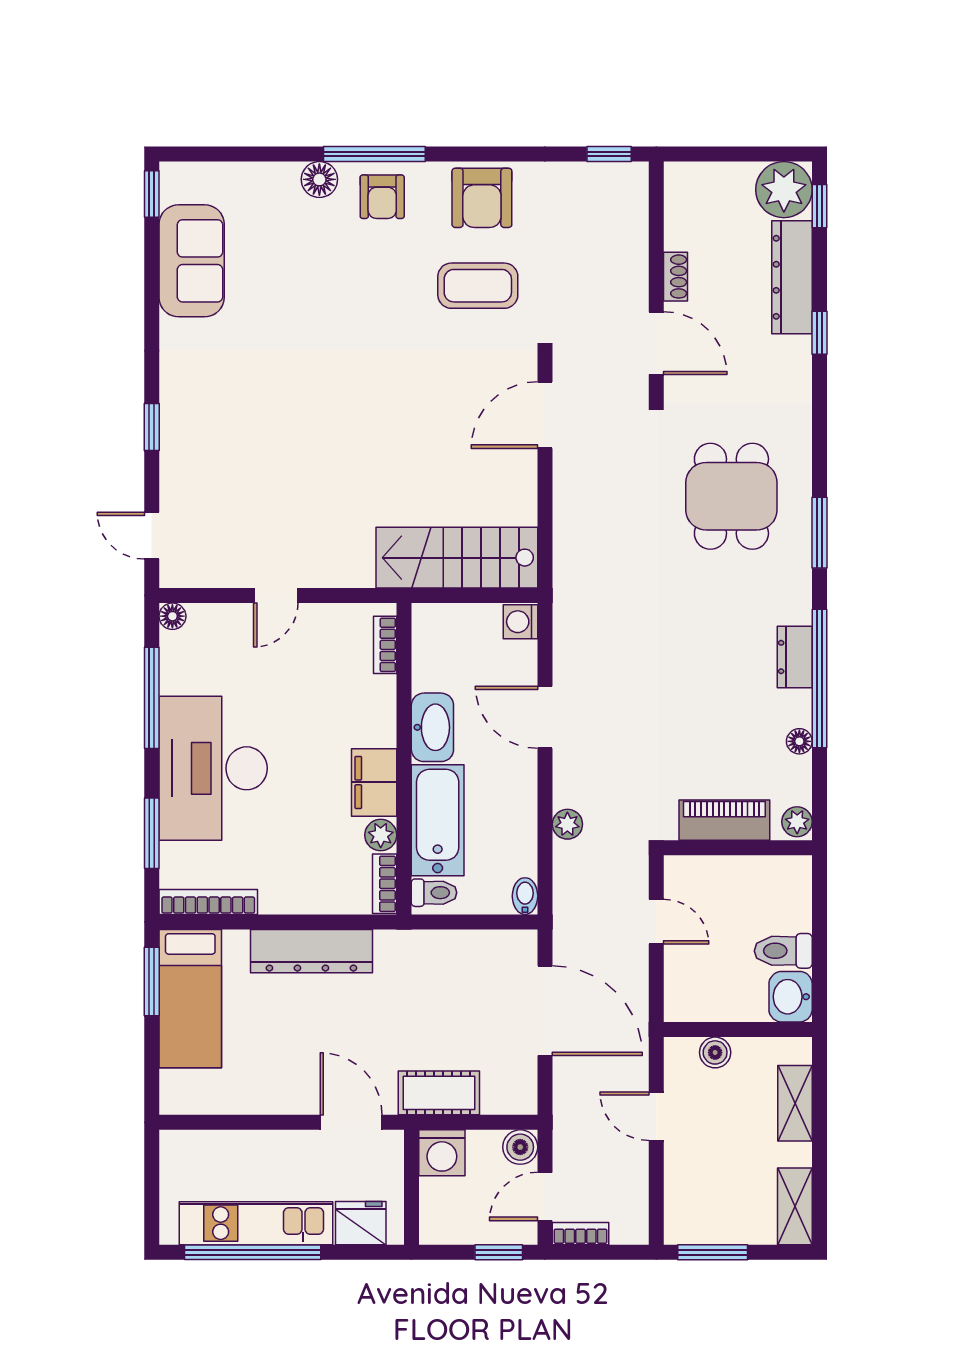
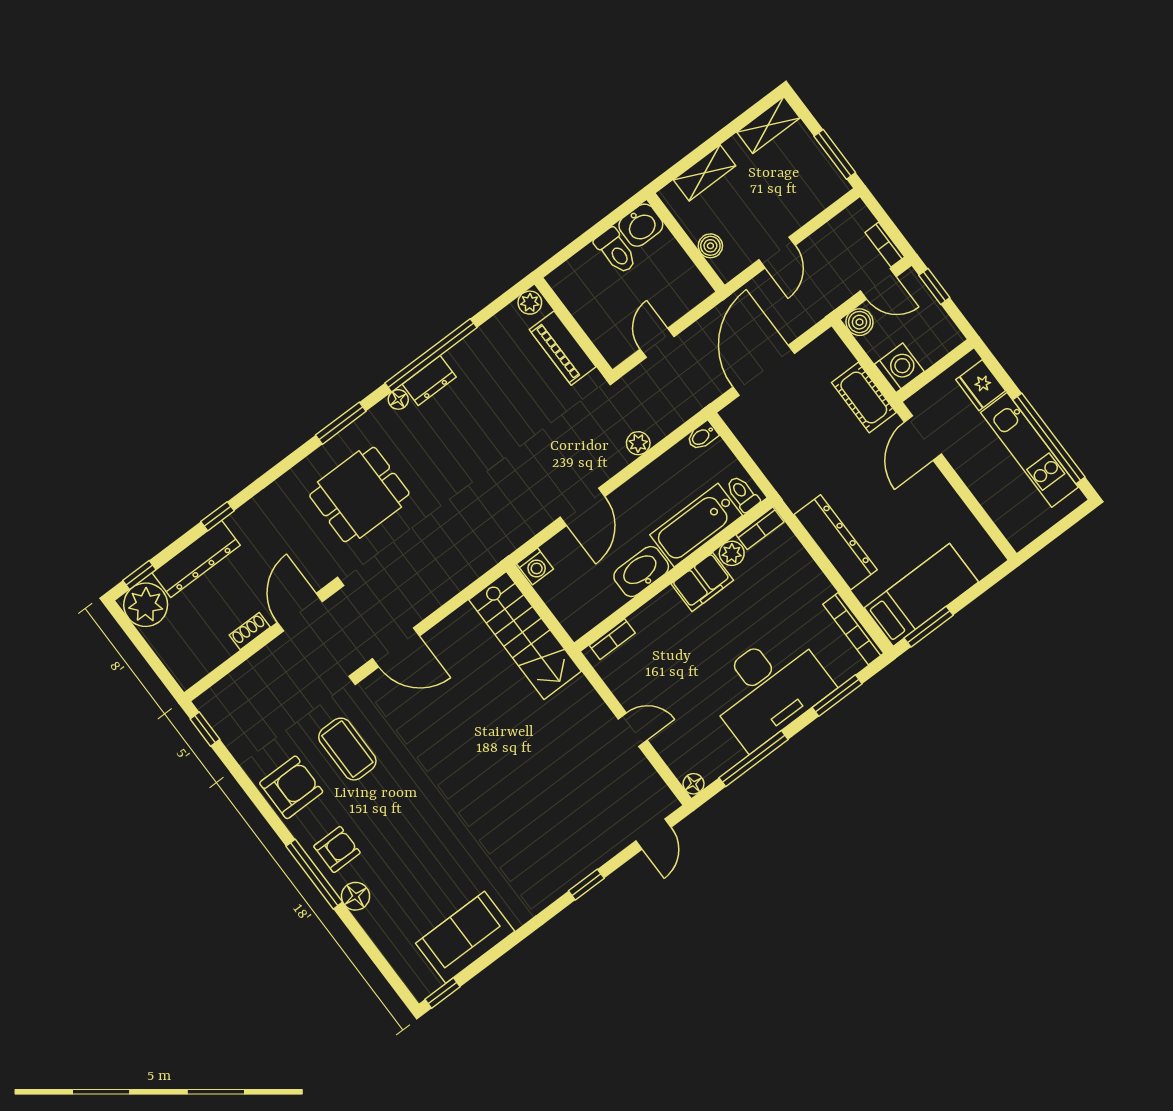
floor lamp: (799, 741) -> (398, 399), moved

